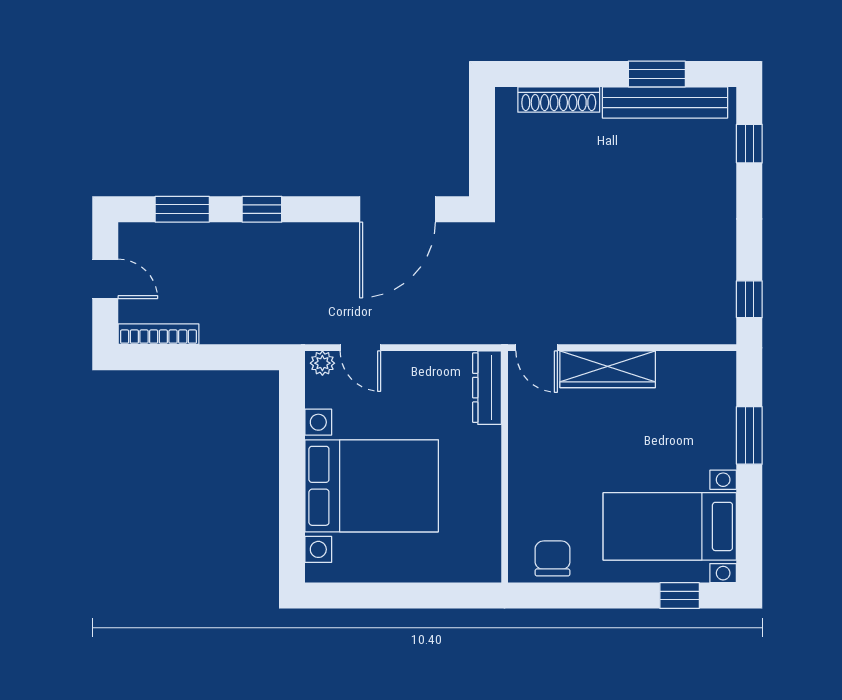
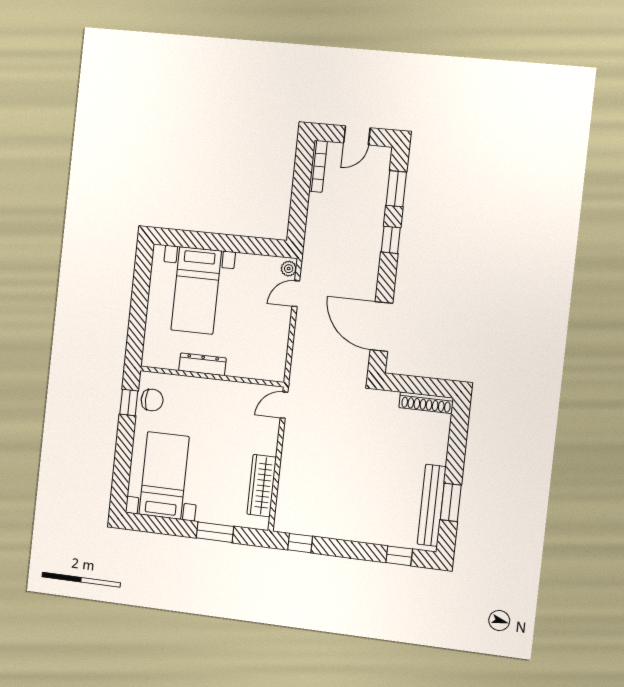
shoe rack: (559, 99) -> (426, 403), moved, turned -90
wardrobe: (608, 369) -> (262, 486), moved
dresser: (487, 388) -> (202, 364), moved
bed with nightstands: (372, 486) -> (196, 290), width x0.73
window: (680, 596) -> (129, 402), moved

